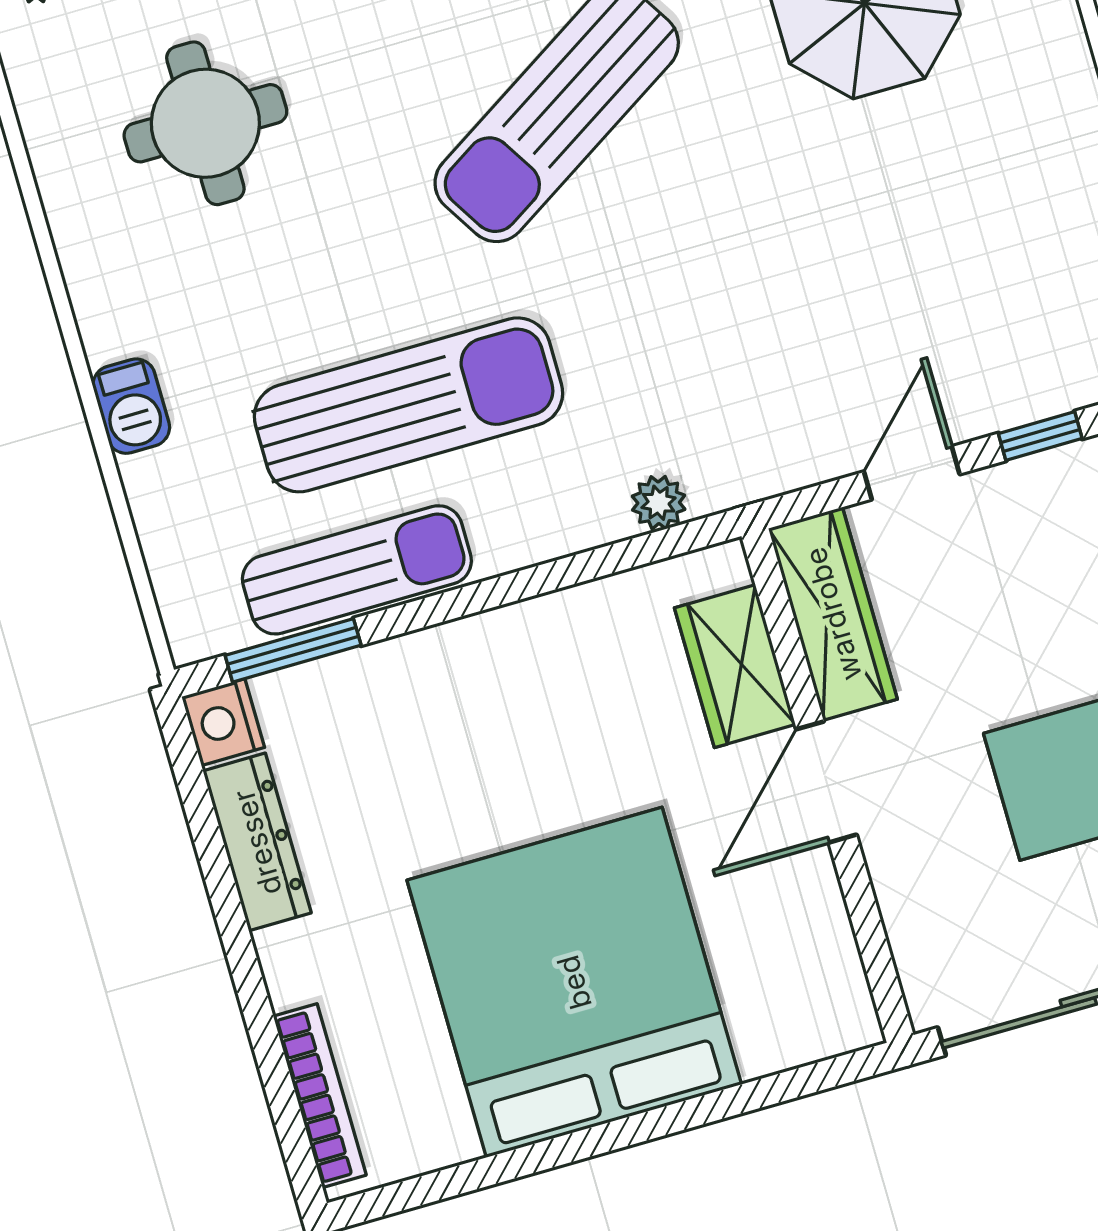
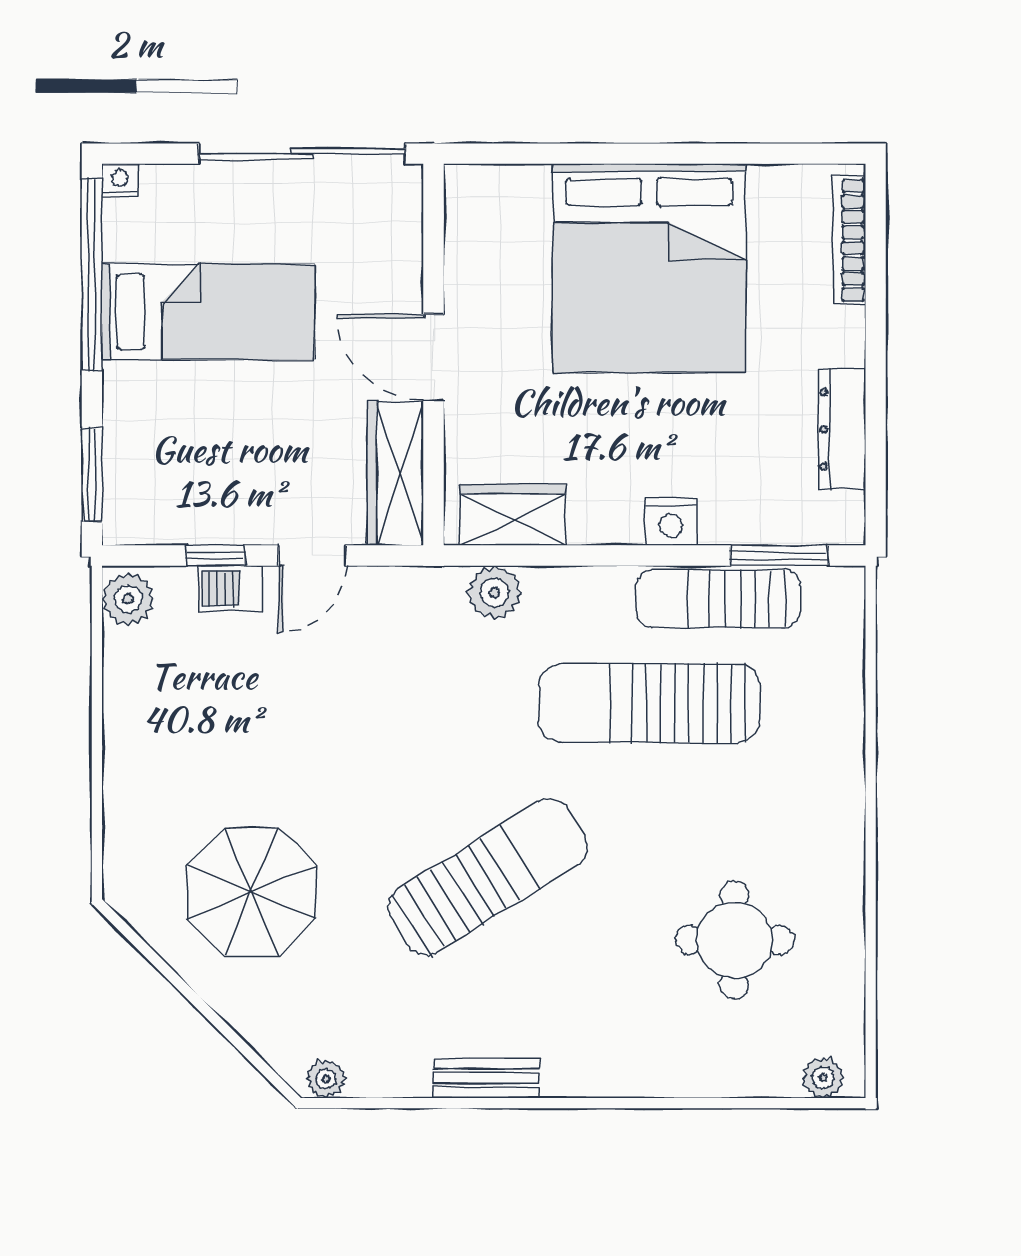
barbecue: (131, 406) -> (231, 589), moved, turned -90
plant: (659, 503) -> (495, 593), width x1.38, depth x1.38
wardrobe: (735, 666) -> (513, 515), moved, turned -90
nightstand: (223, 722) -> (671, 522), moved, turned 90
door: (826, 782) -> (434, 357), swing flipped

